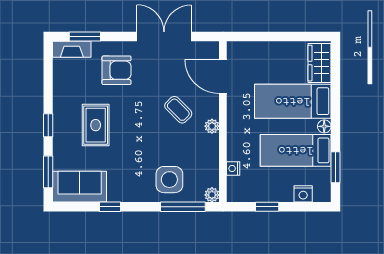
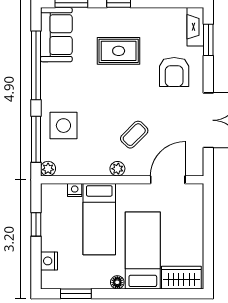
bed: (296, 150) -> (99, 219), moved, turned 180
window: (110, 207) -> (36, 65), width x3.17

